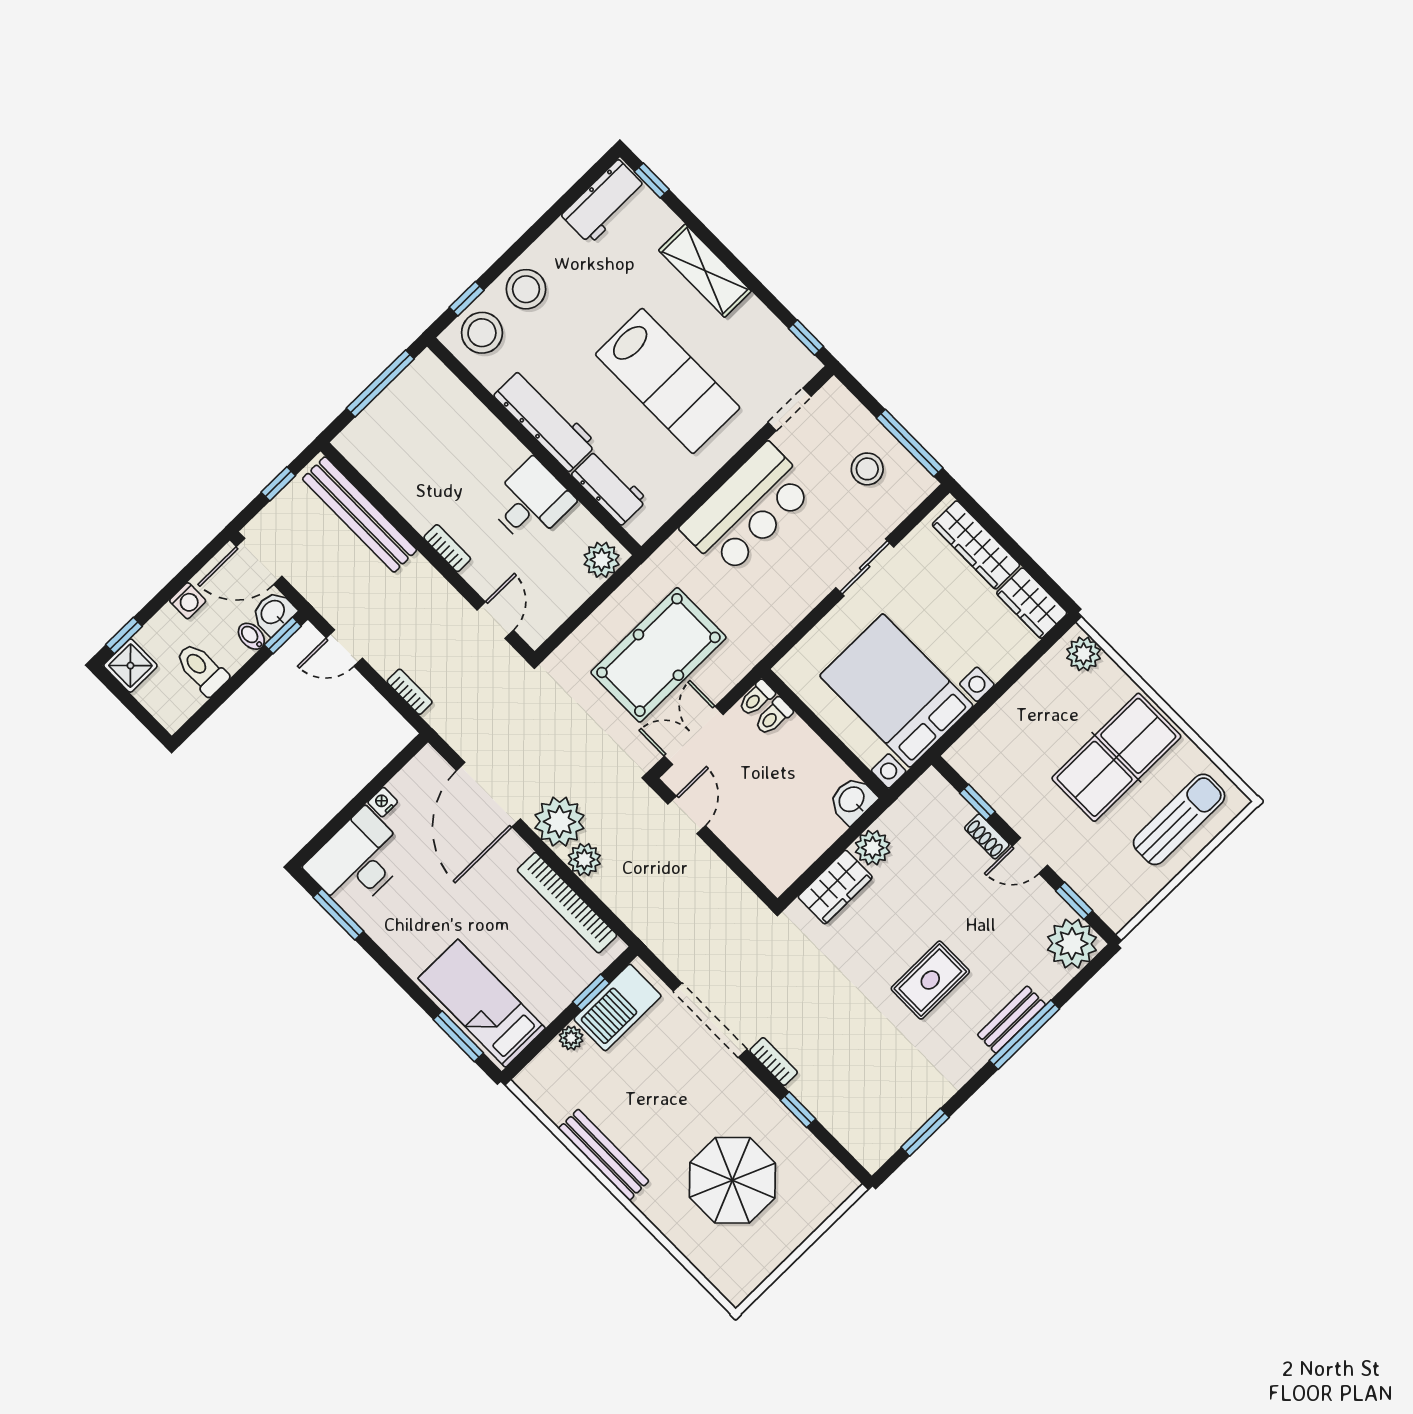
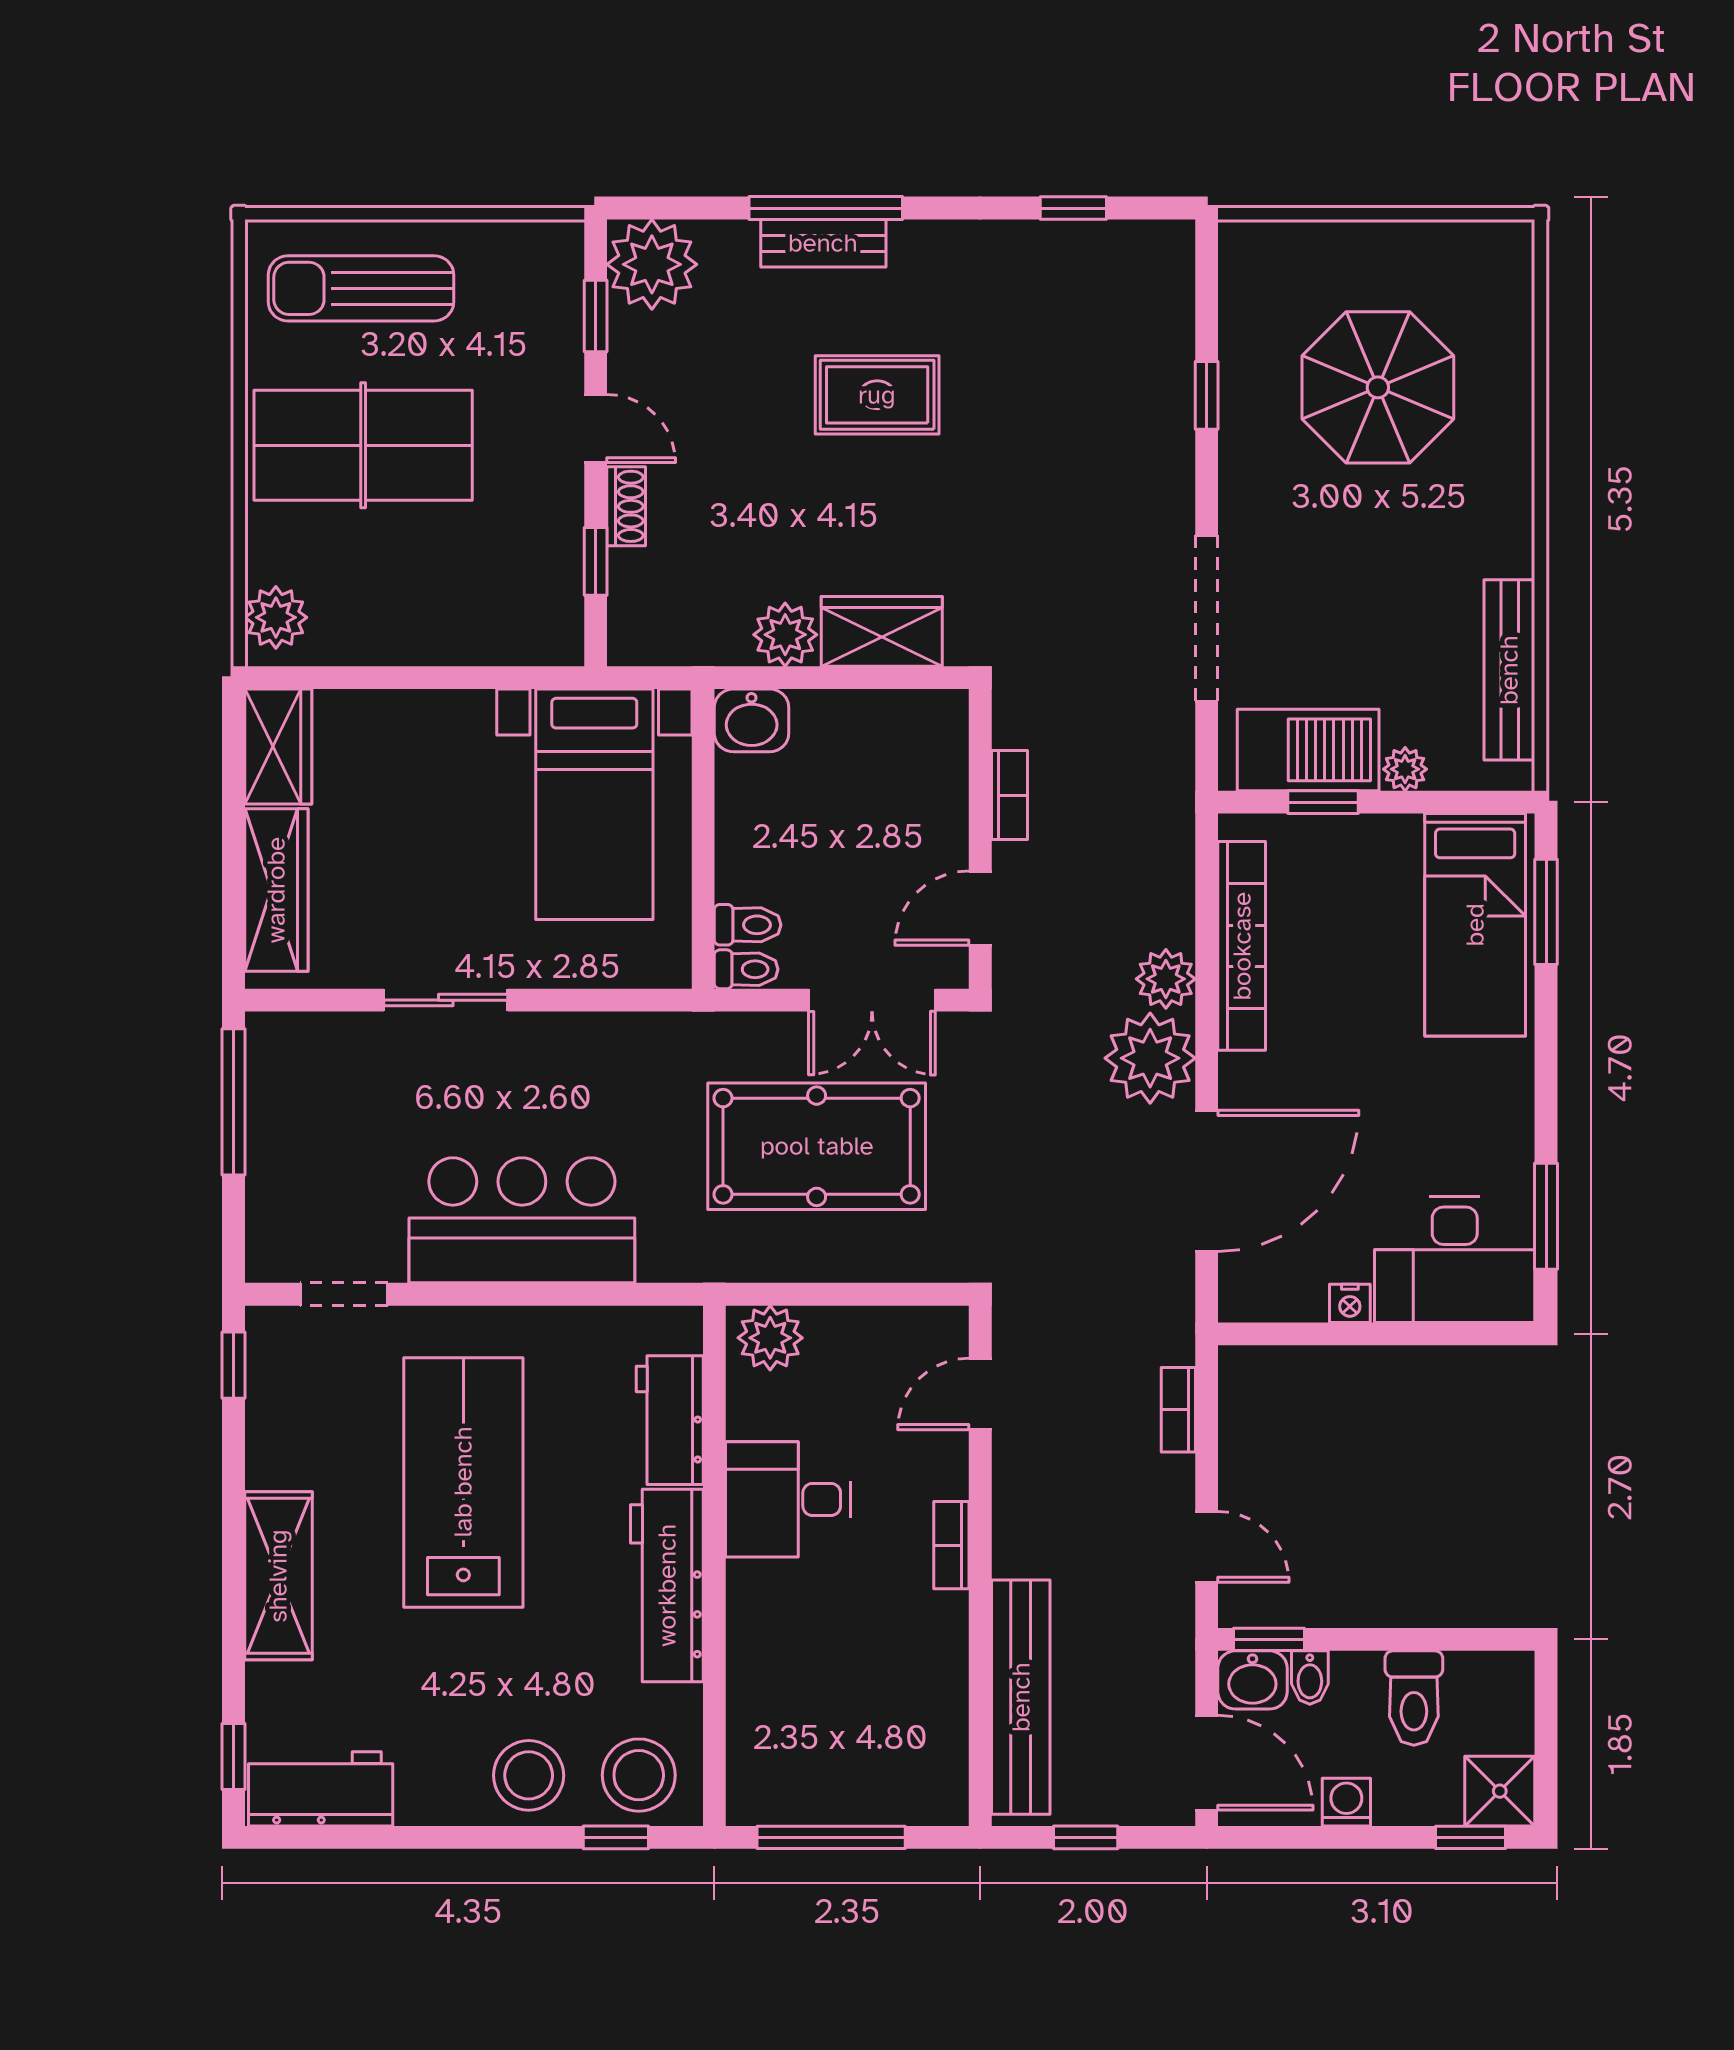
stool: (867, 469) -> (320, 1122), removed
bed with nightstands: (896, 691) -> (594, 804), width x0.73
bookcase: (774, 1061) -> (1009, 795), moved, turned 180
window: (925, 1132) -> (1073, 208), width x0.67
bench: (604, 1155) -> (1509, 670), moved

